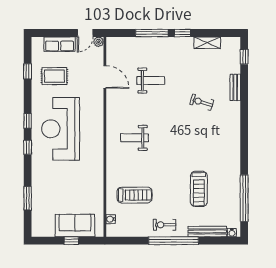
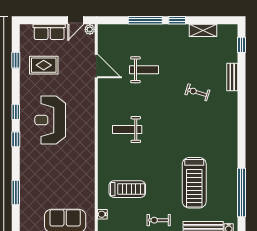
reception desk: (61, 129) -> (50, 120), width x0.74, depth x0.77
treadmill: (199, 189) -> (194, 183), width x1.37, depth x1.38

